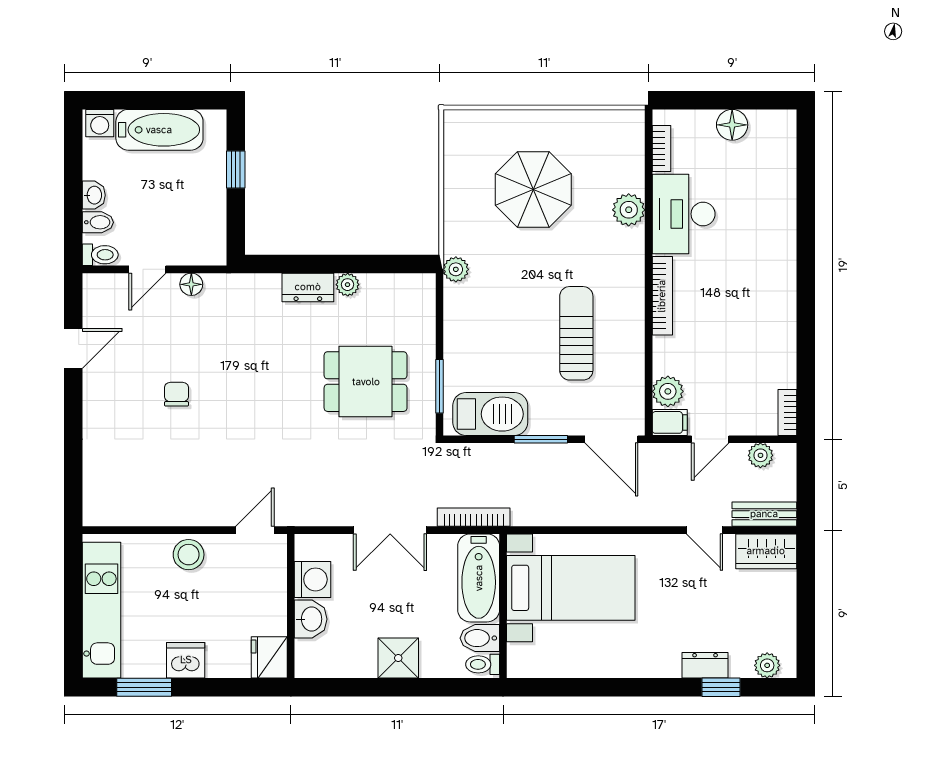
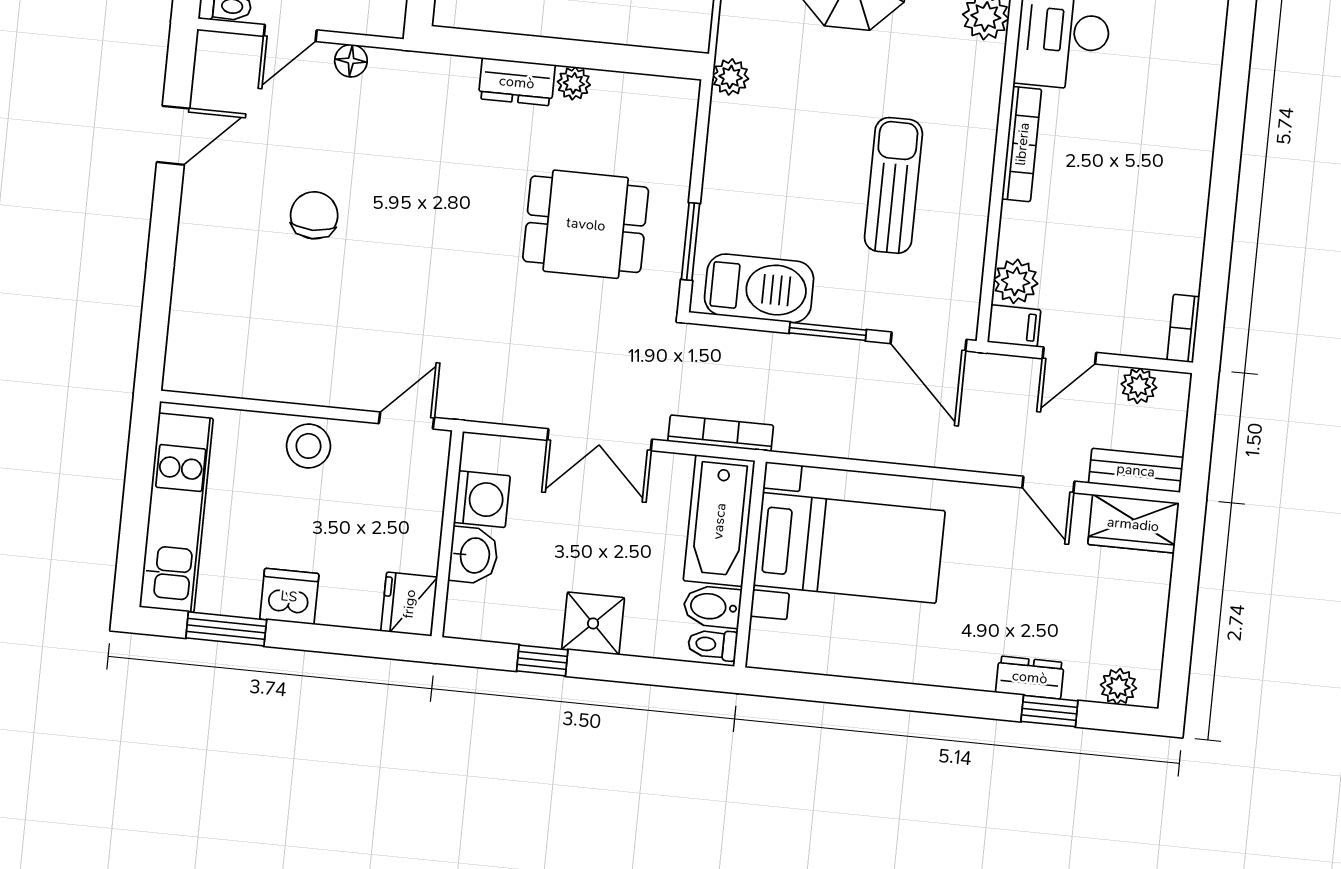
chair: (176, 394) -> (314, 215), width x1.37, depth x1.37
window: (366, 687) -> (542, 660), added

